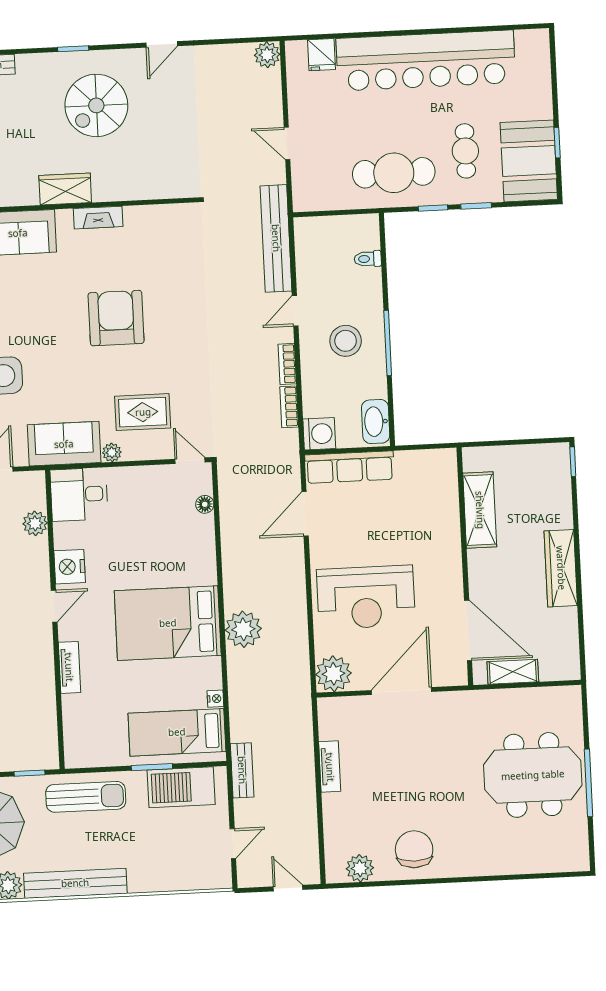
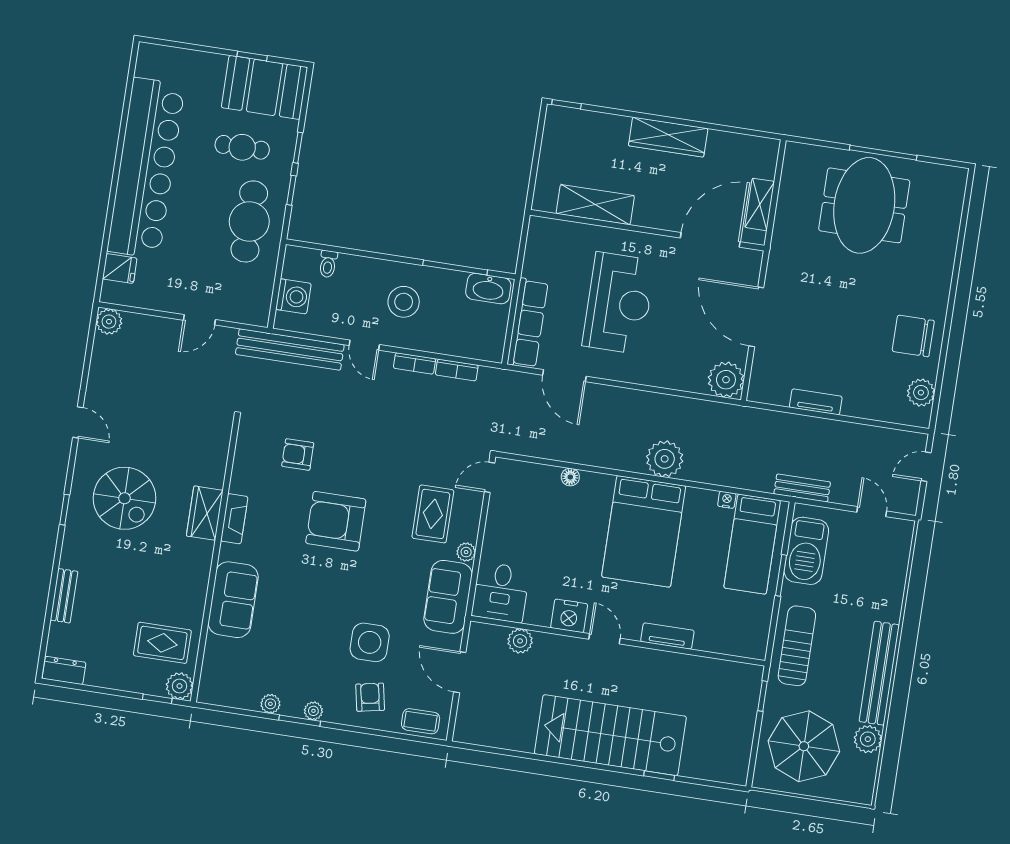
wardrobe: (65, 189) -> (205, 513), moved
armchair: (174, 267) -> (298, 454), added
window: (388, 343) -> (455, 268), moved
washing machine: (319, 434) -> (293, 296), moved, turned 90
floor lamp: (205, 504) -> (570, 477), moved
reception desk: (366, 597) -> (619, 303), moved

